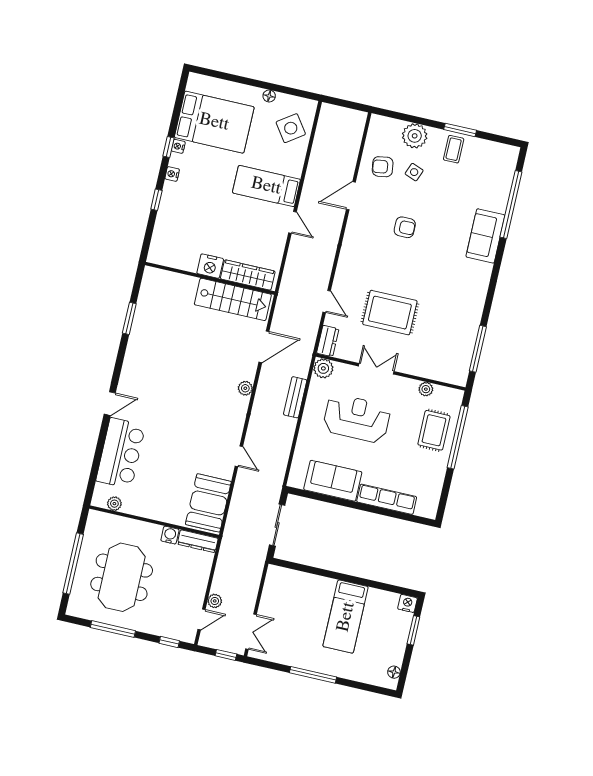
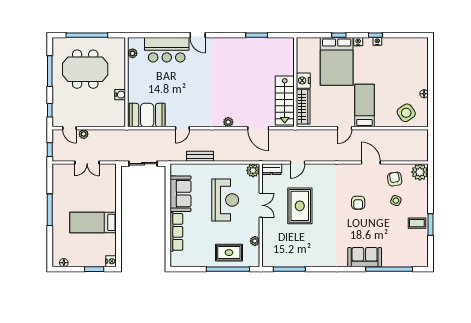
bed: (214, 122) -> (337, 61), moved
plant: (415, 136) -> (420, 172), moved
bench: (295, 397) -> (200, 156), moved
dresser: (198, 541) -> (120, 114), removed
double door: (251, 632) -> (87, 163), moved

